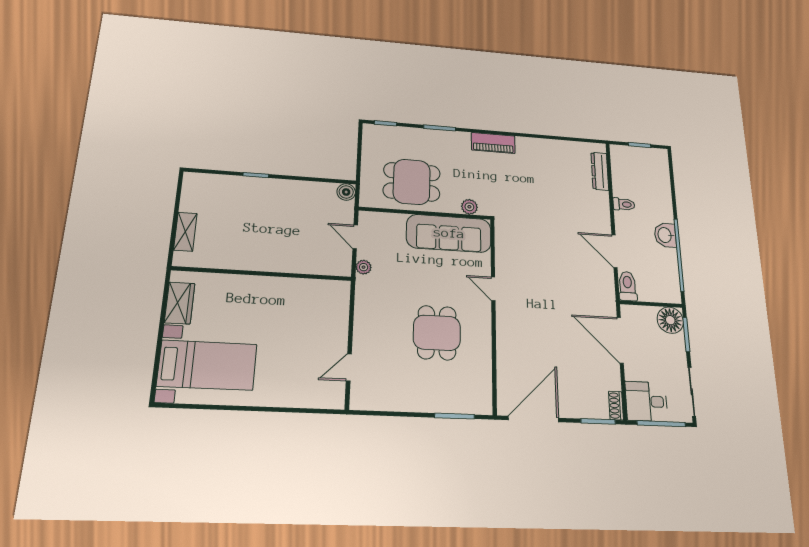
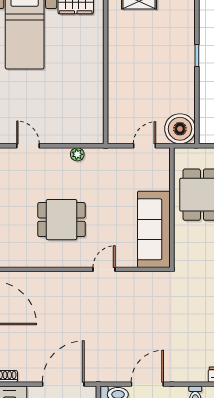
boiler: (346, 192) -> (180, 129), width x1.86, depth x1.86
plant: (469, 207) -> (181, 248), removed
plant: (364, 267) -> (77, 154), moved

